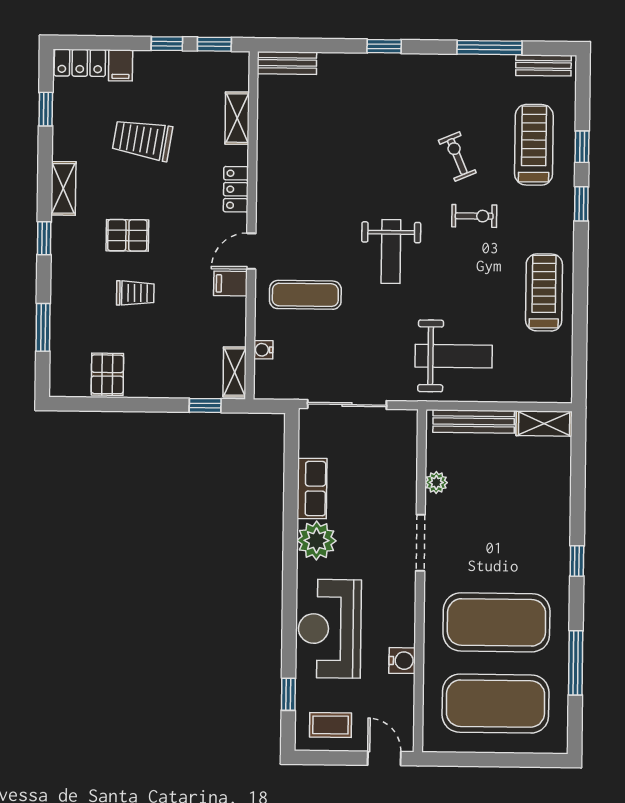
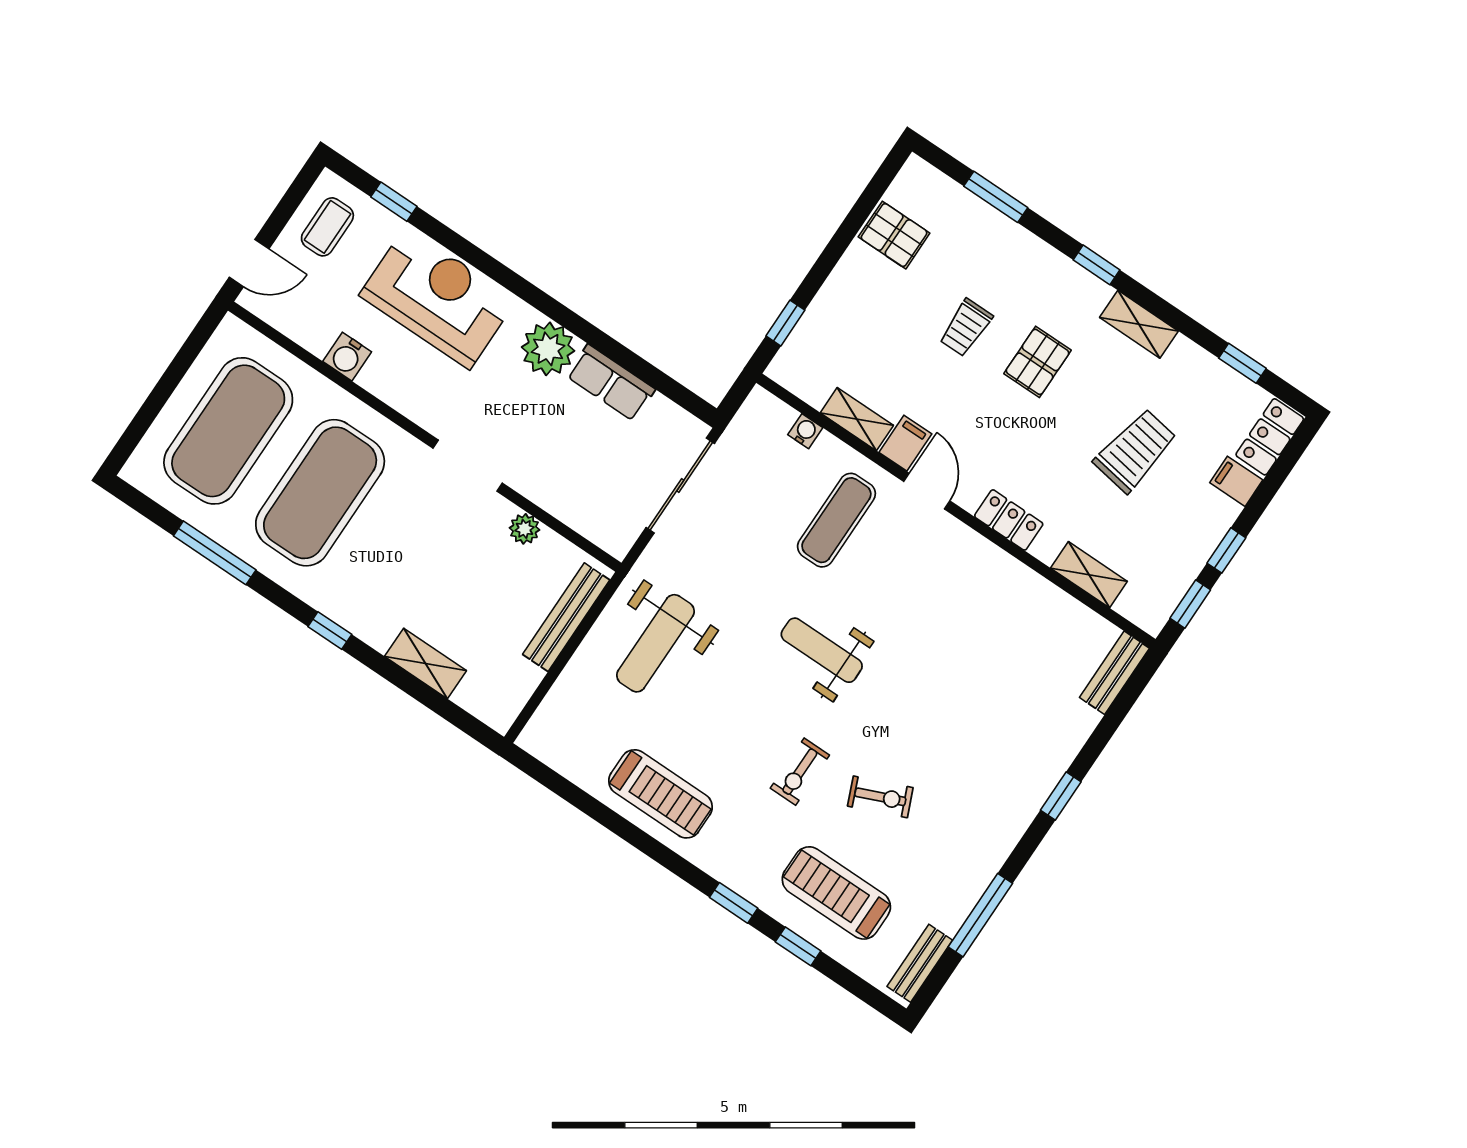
treadmill: (534, 145) -> (836, 893), turned 180
shelving: (235, 372) -> (857, 419), moved
shelving: (544, 423) -> (425, 663), moved, turned 90

